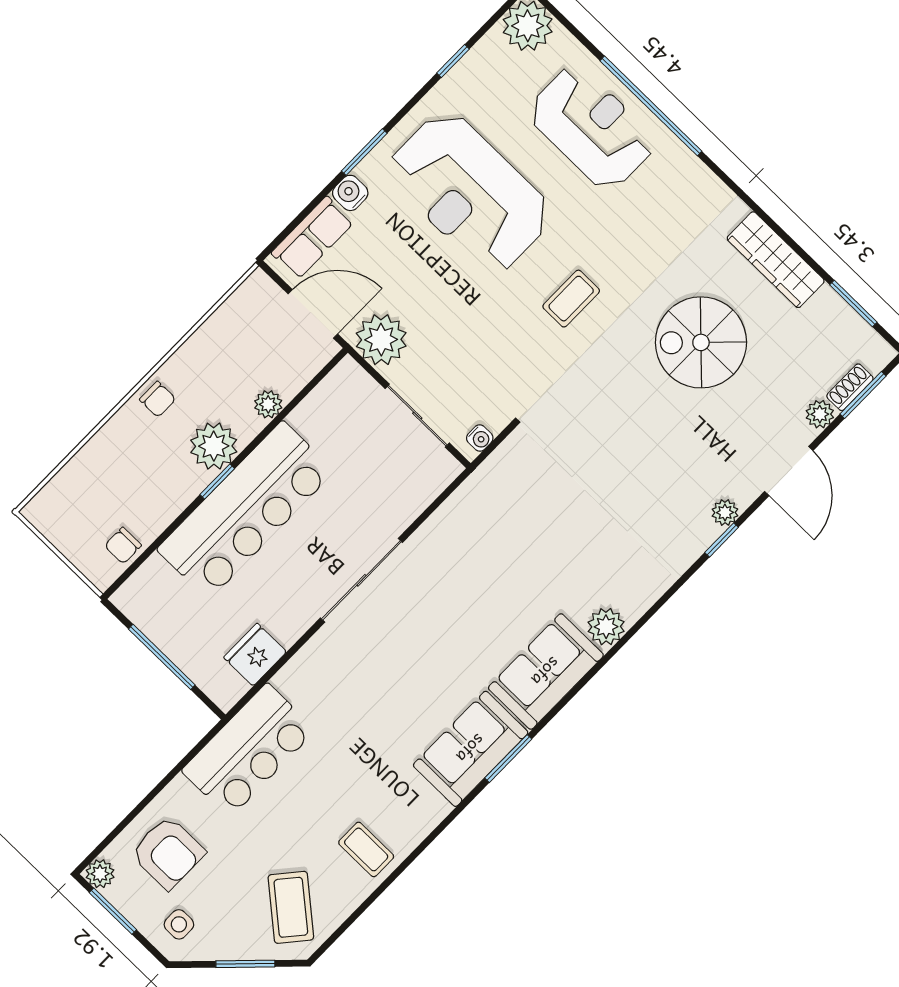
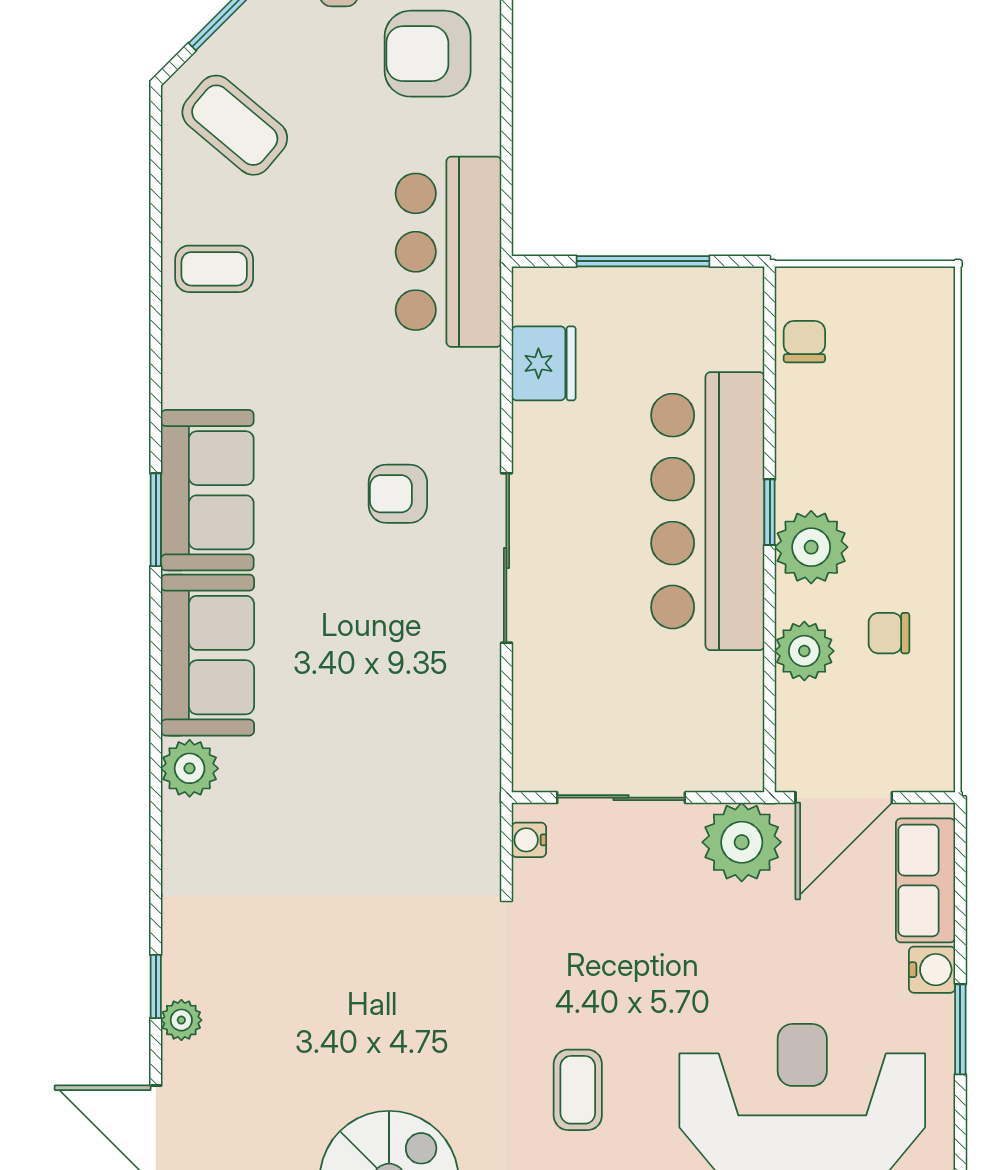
chair: (158, 399) -> (889, 633), moved
plant: (268, 404) -> (804, 651), width x1.38, depth x1.38
armchair: (383, 660) -> (398, 494), added

